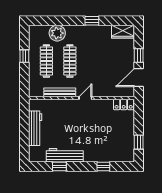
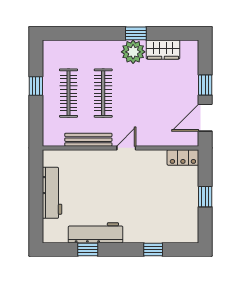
wardrobe: (123, 32) -> (163, 50), moved
plant: (57, 33) -> (133, 52), moved
window: (139, 142) -> (205, 197), moved

